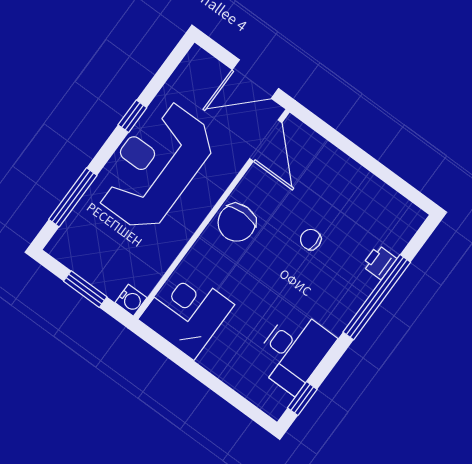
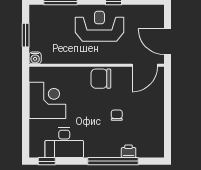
reception desk: (155, 166) -> (99, 26), width x0.74, depth x0.77
corner desk: (186, 312) -> (47, 100), moved

